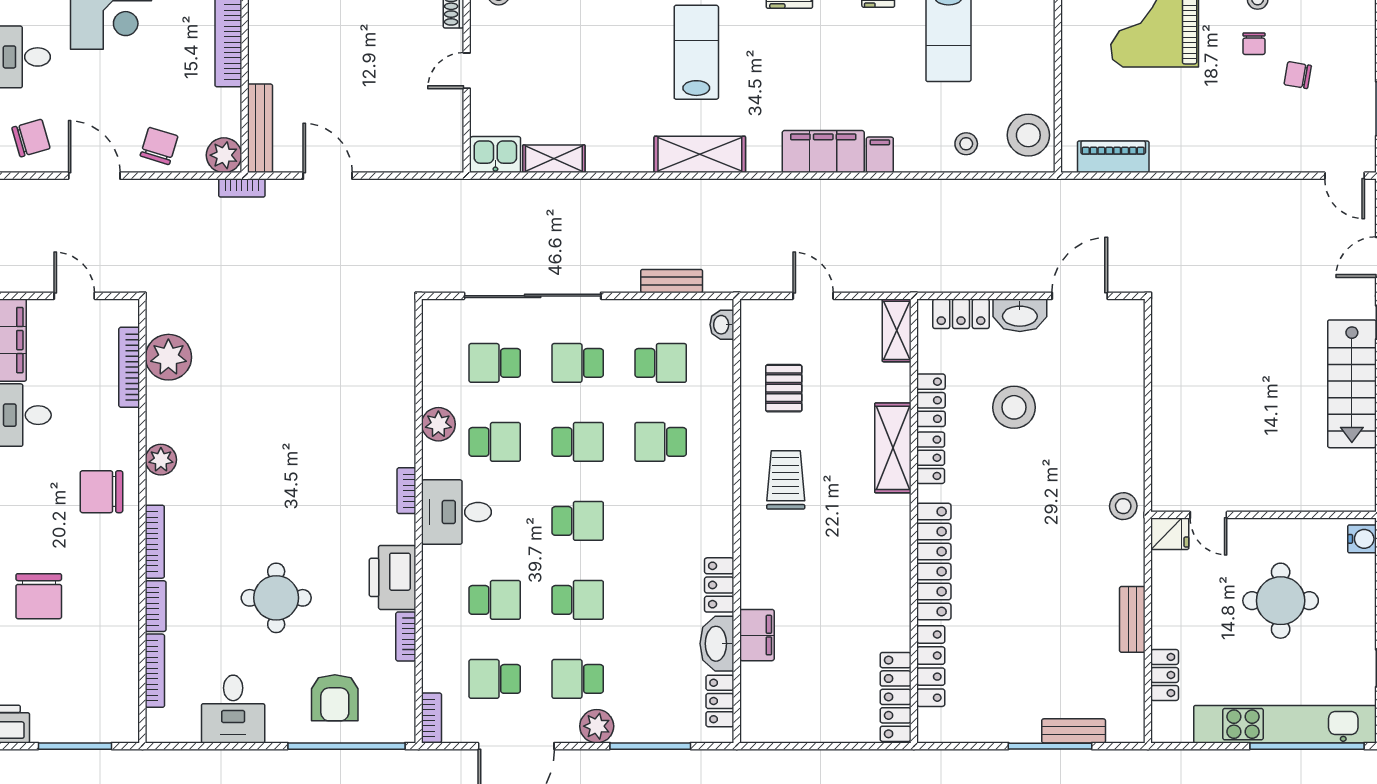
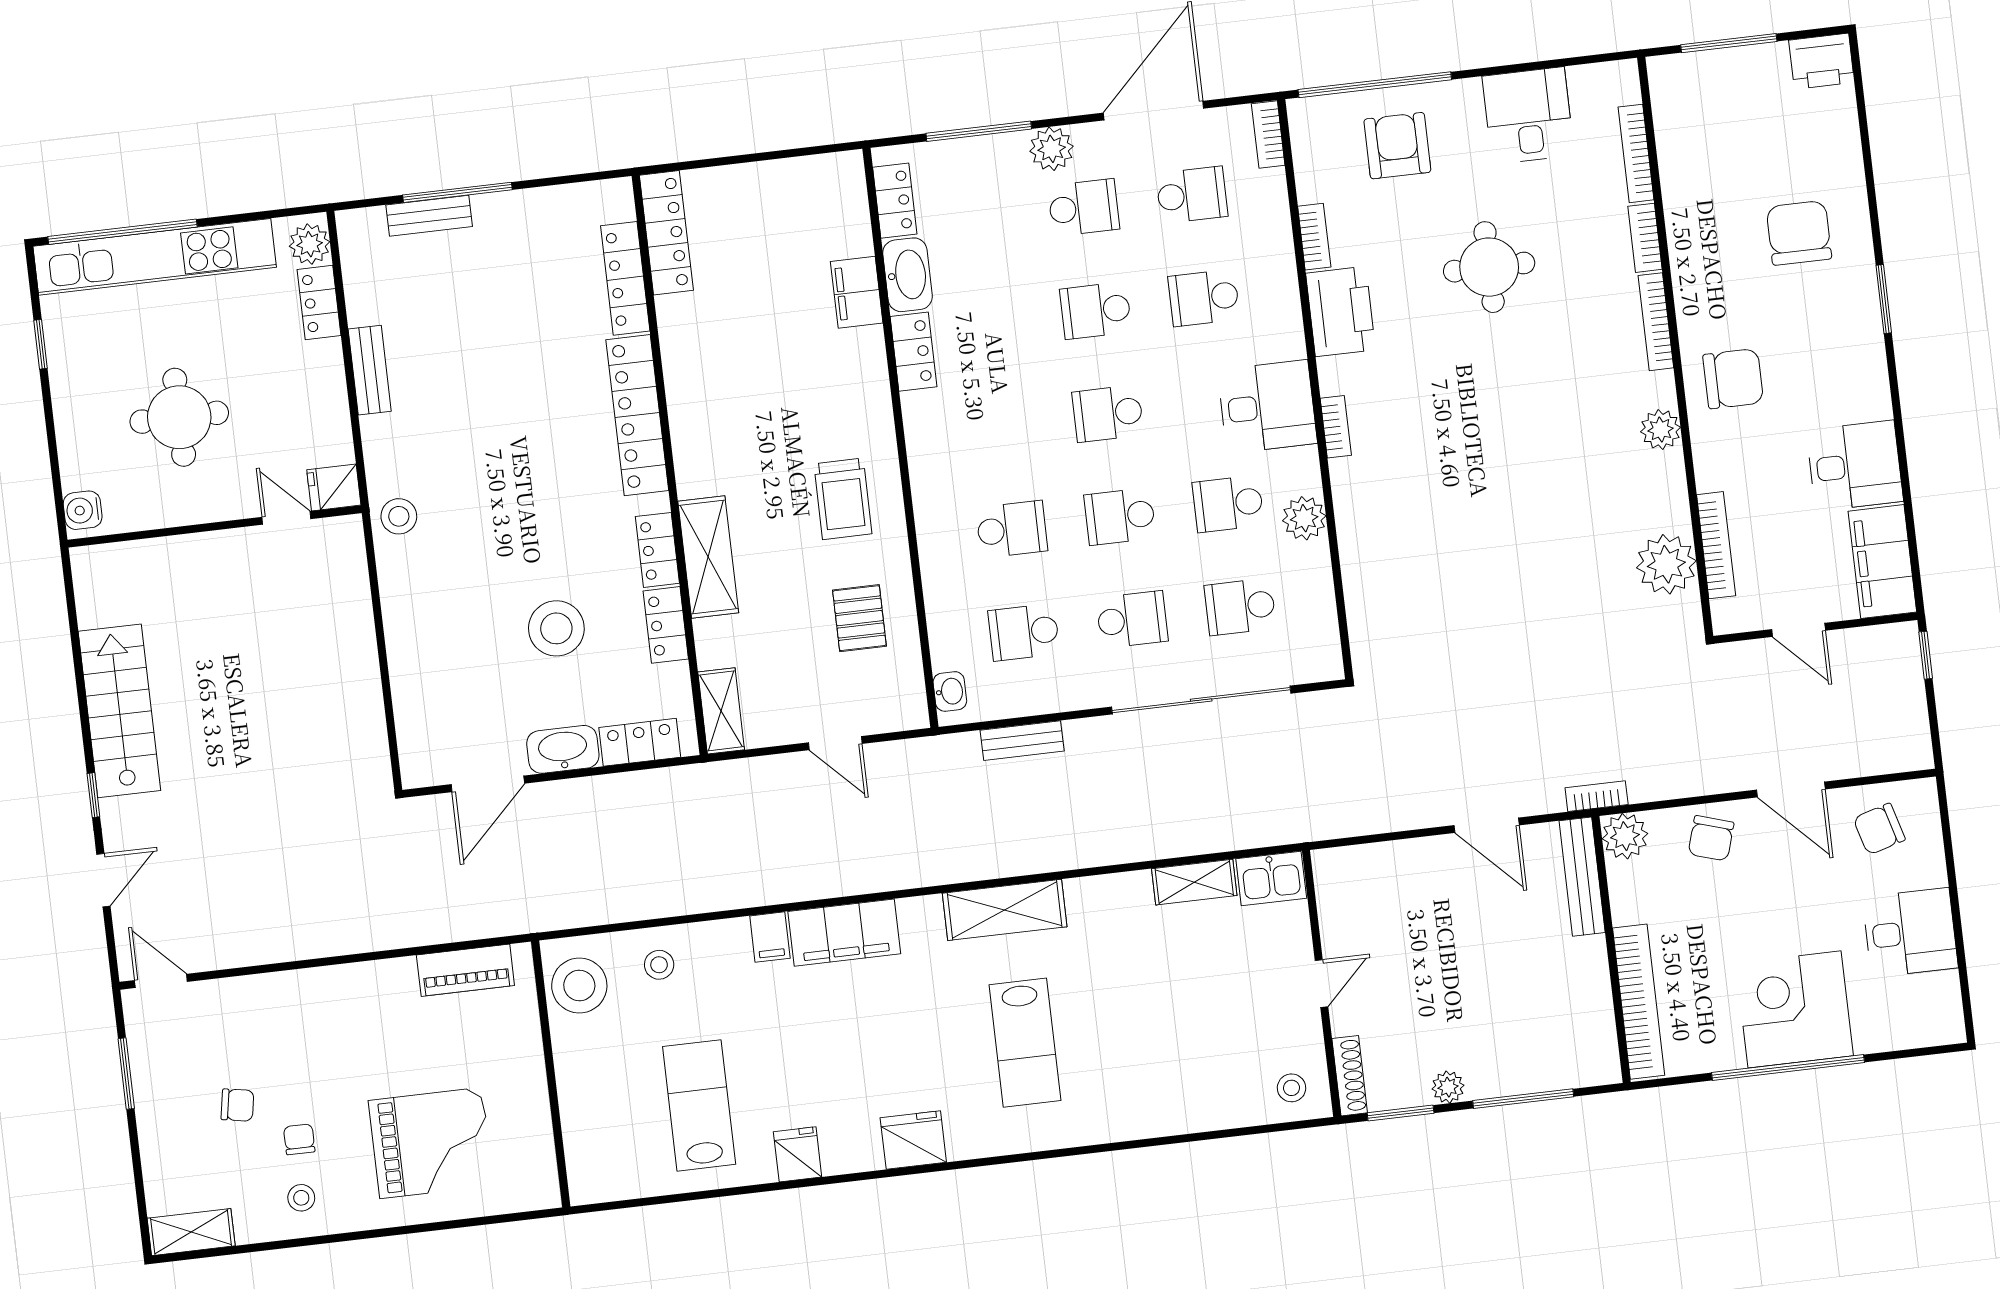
school desk: (495, 363) -> (1240, 607), turned 180
plant: (1167, 720) -> (310, 244), added

